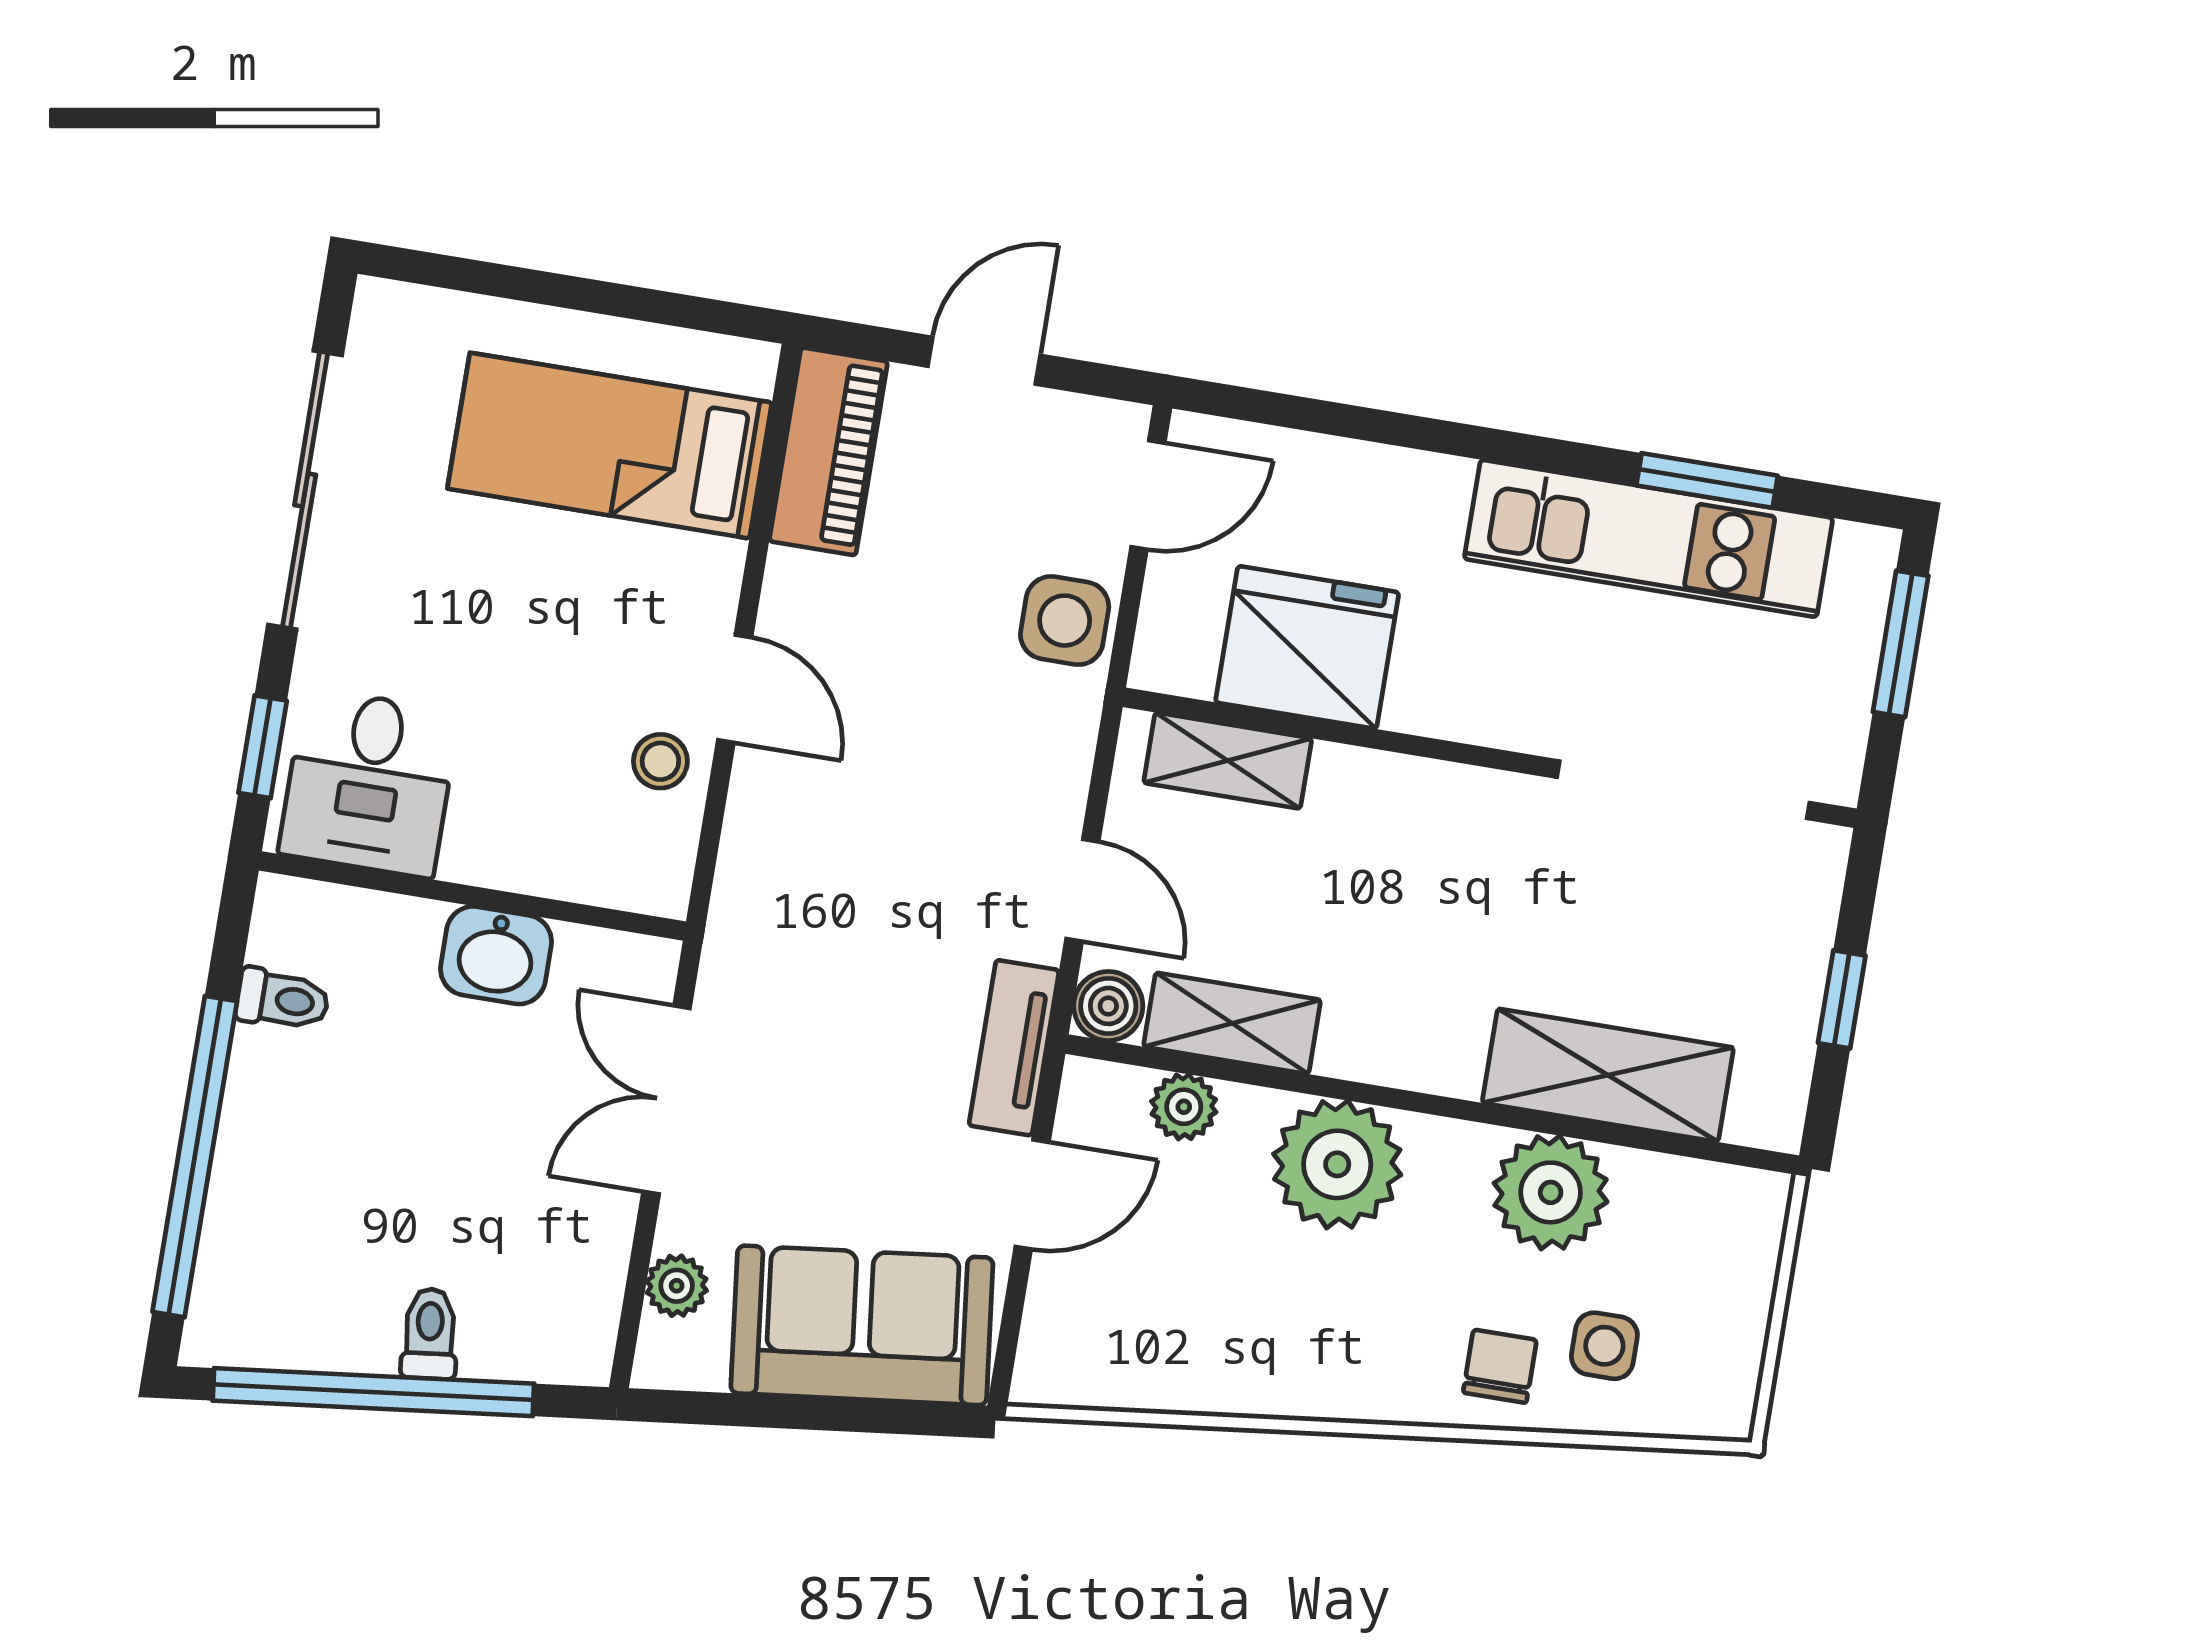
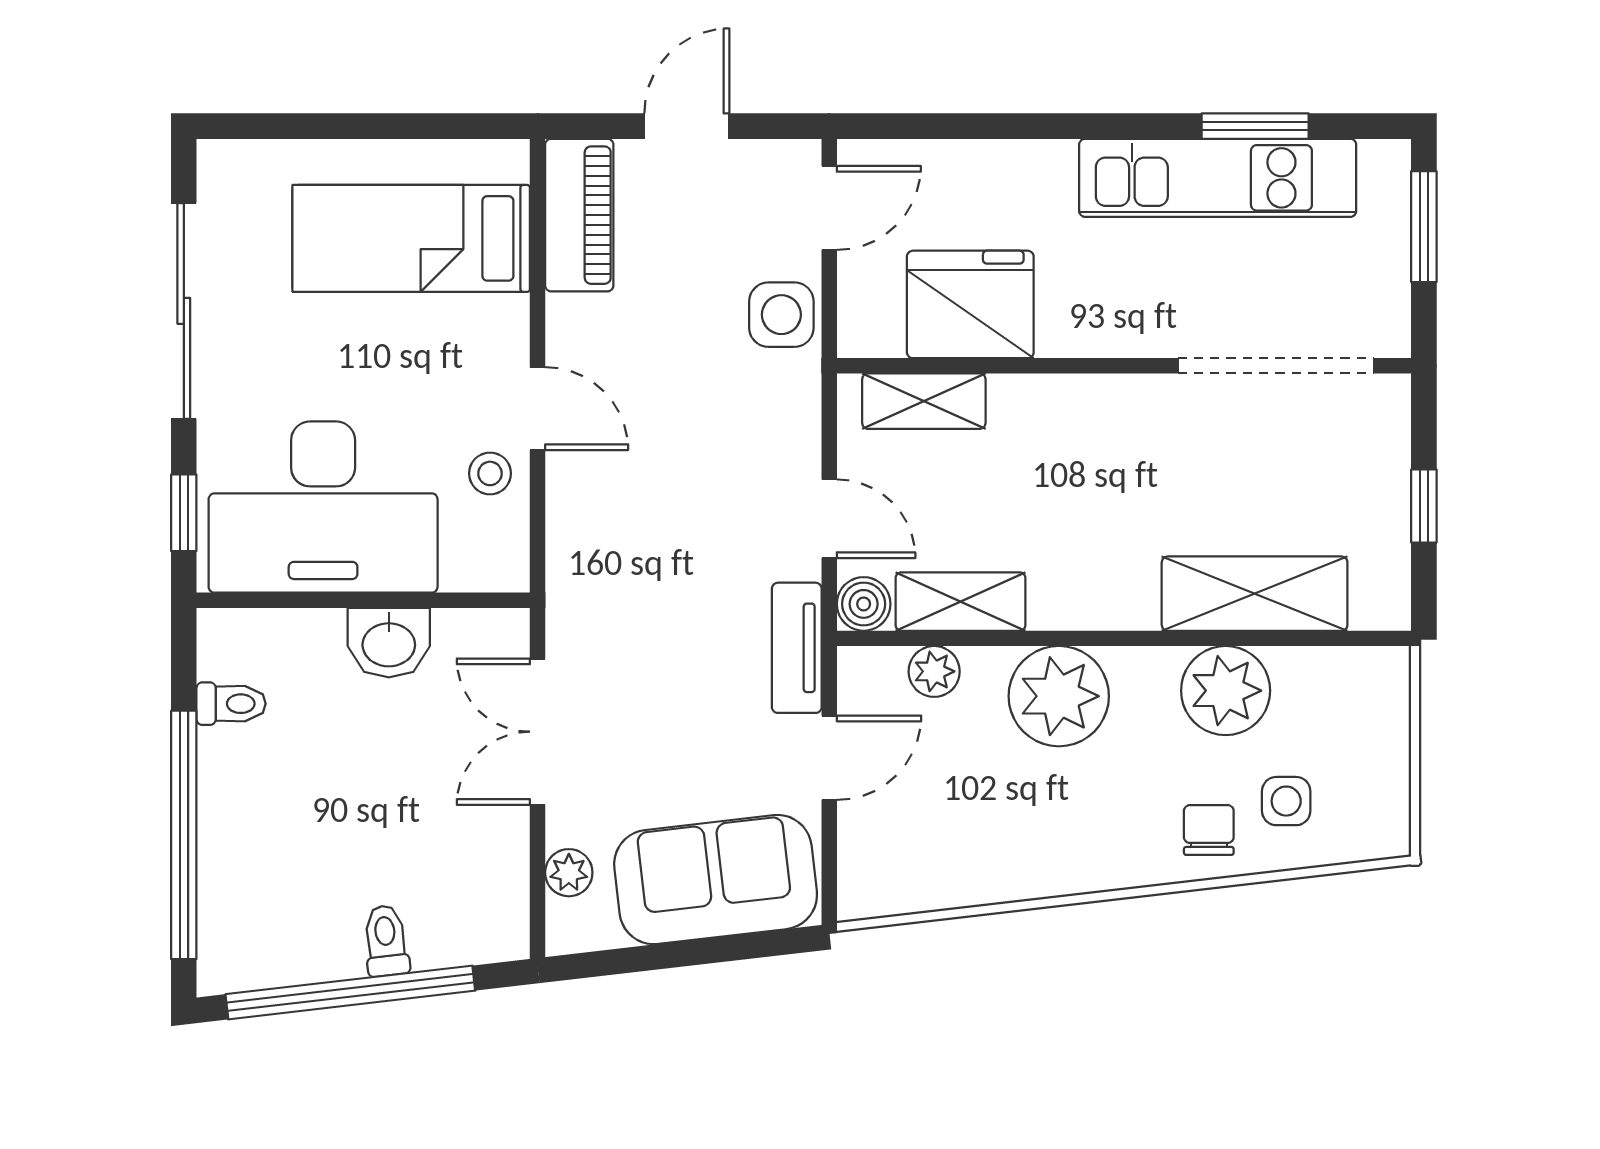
desk: (369, 783) -> (323, 507), width x1.87, depth x1.30

